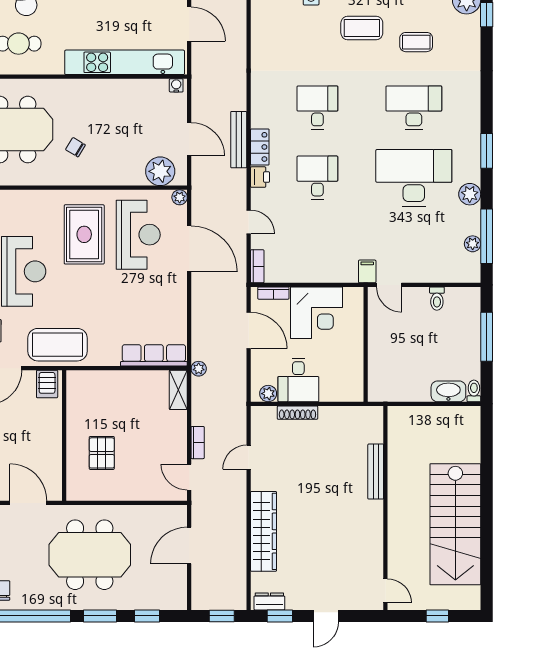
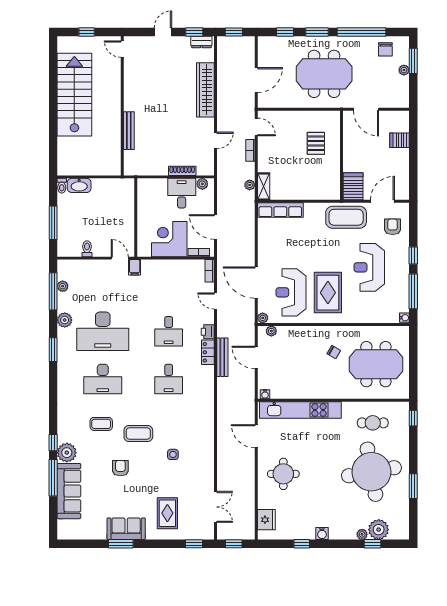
plant: (160, 171) -> (271, 331), width x0.53, depth x0.53
plant: (199, 369) -> (250, 185), moved
server rack: (47, 384) -> (353, 186), width x1.36, depth x1.44

